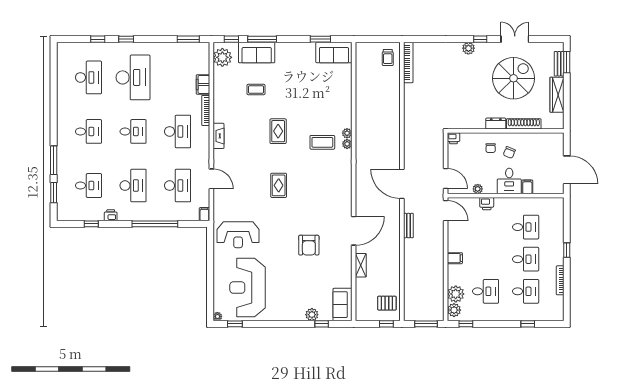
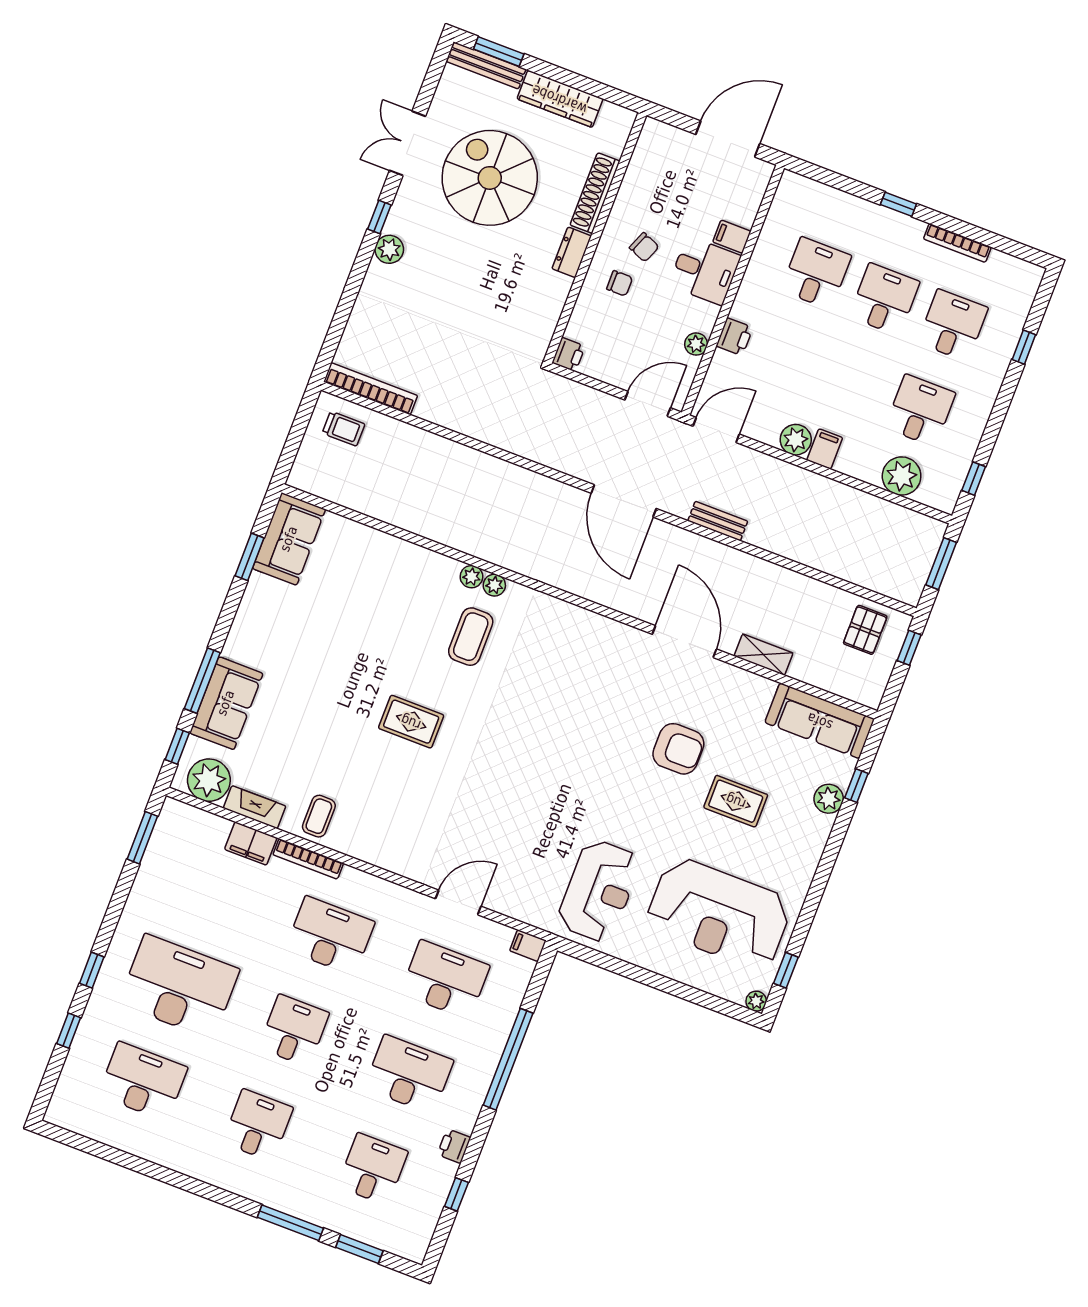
bench: (559, 64) -> (486, 66), width x1.36
coffee table: (256, 89) -> (319, 816), moved
fireplace: (218, 136) -> (255, 807), moved
door: (402, 184) -> (624, 501), hinge flipped
rug: (279, 185) -> (736, 801), moved
sofa: (342, 305) -> (820, 721), width x1.36
plant: (454, 310) -> (796, 440), moved

